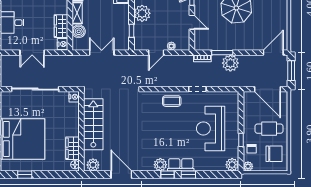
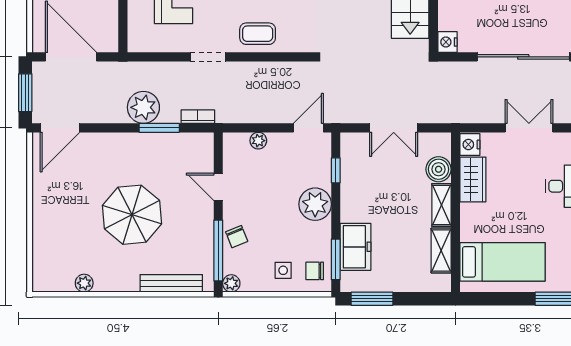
door: (156, 53) -> (308, 128), moved

